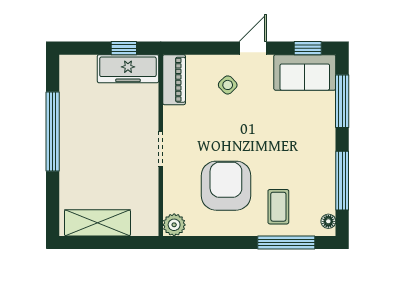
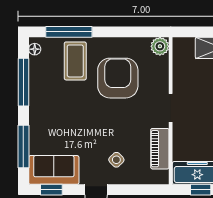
piano: (174, 80) -> (160, 149), moved
armchair: (226, 186) -> (118, 78), turned 180
coffee table: (278, 207) -> (75, 61), width x1.36, depth x1.30

